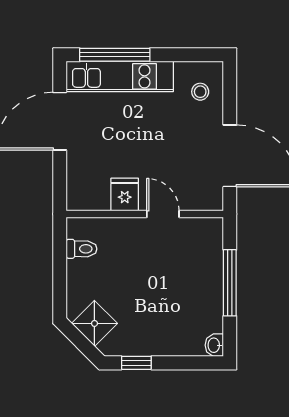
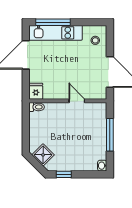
fridge: (125, 195) -> (36, 91), moved
toilet: (82, 249) -> (37, 107), moved

